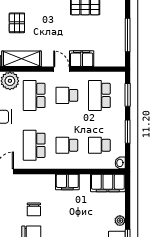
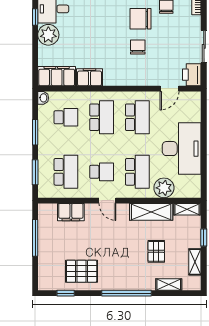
filing cabinet: (82, 59) -> (71, 212), moved
school desk: (67, 145) -> (102, 117), width x1.85
filing cabinet: (67, 182) -> (89, 77), moved
plant: (120, 221) -> (48, 35), width x1.87, depth x1.87

